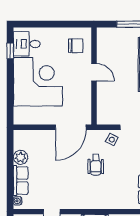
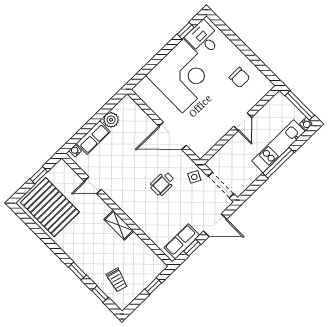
door: (94, 72) -> (243, 122), moved
wall: (94, 76) -> (240, 125), moved

